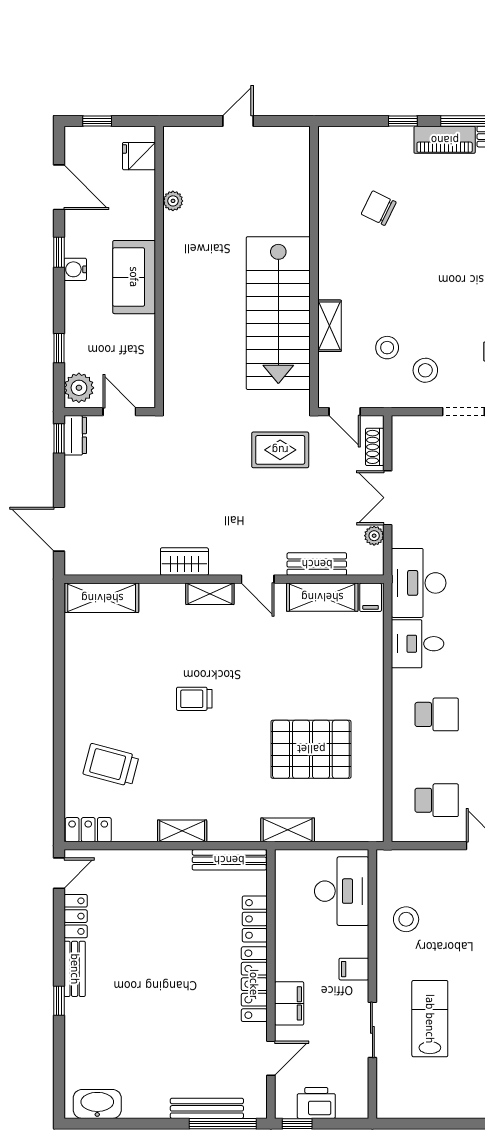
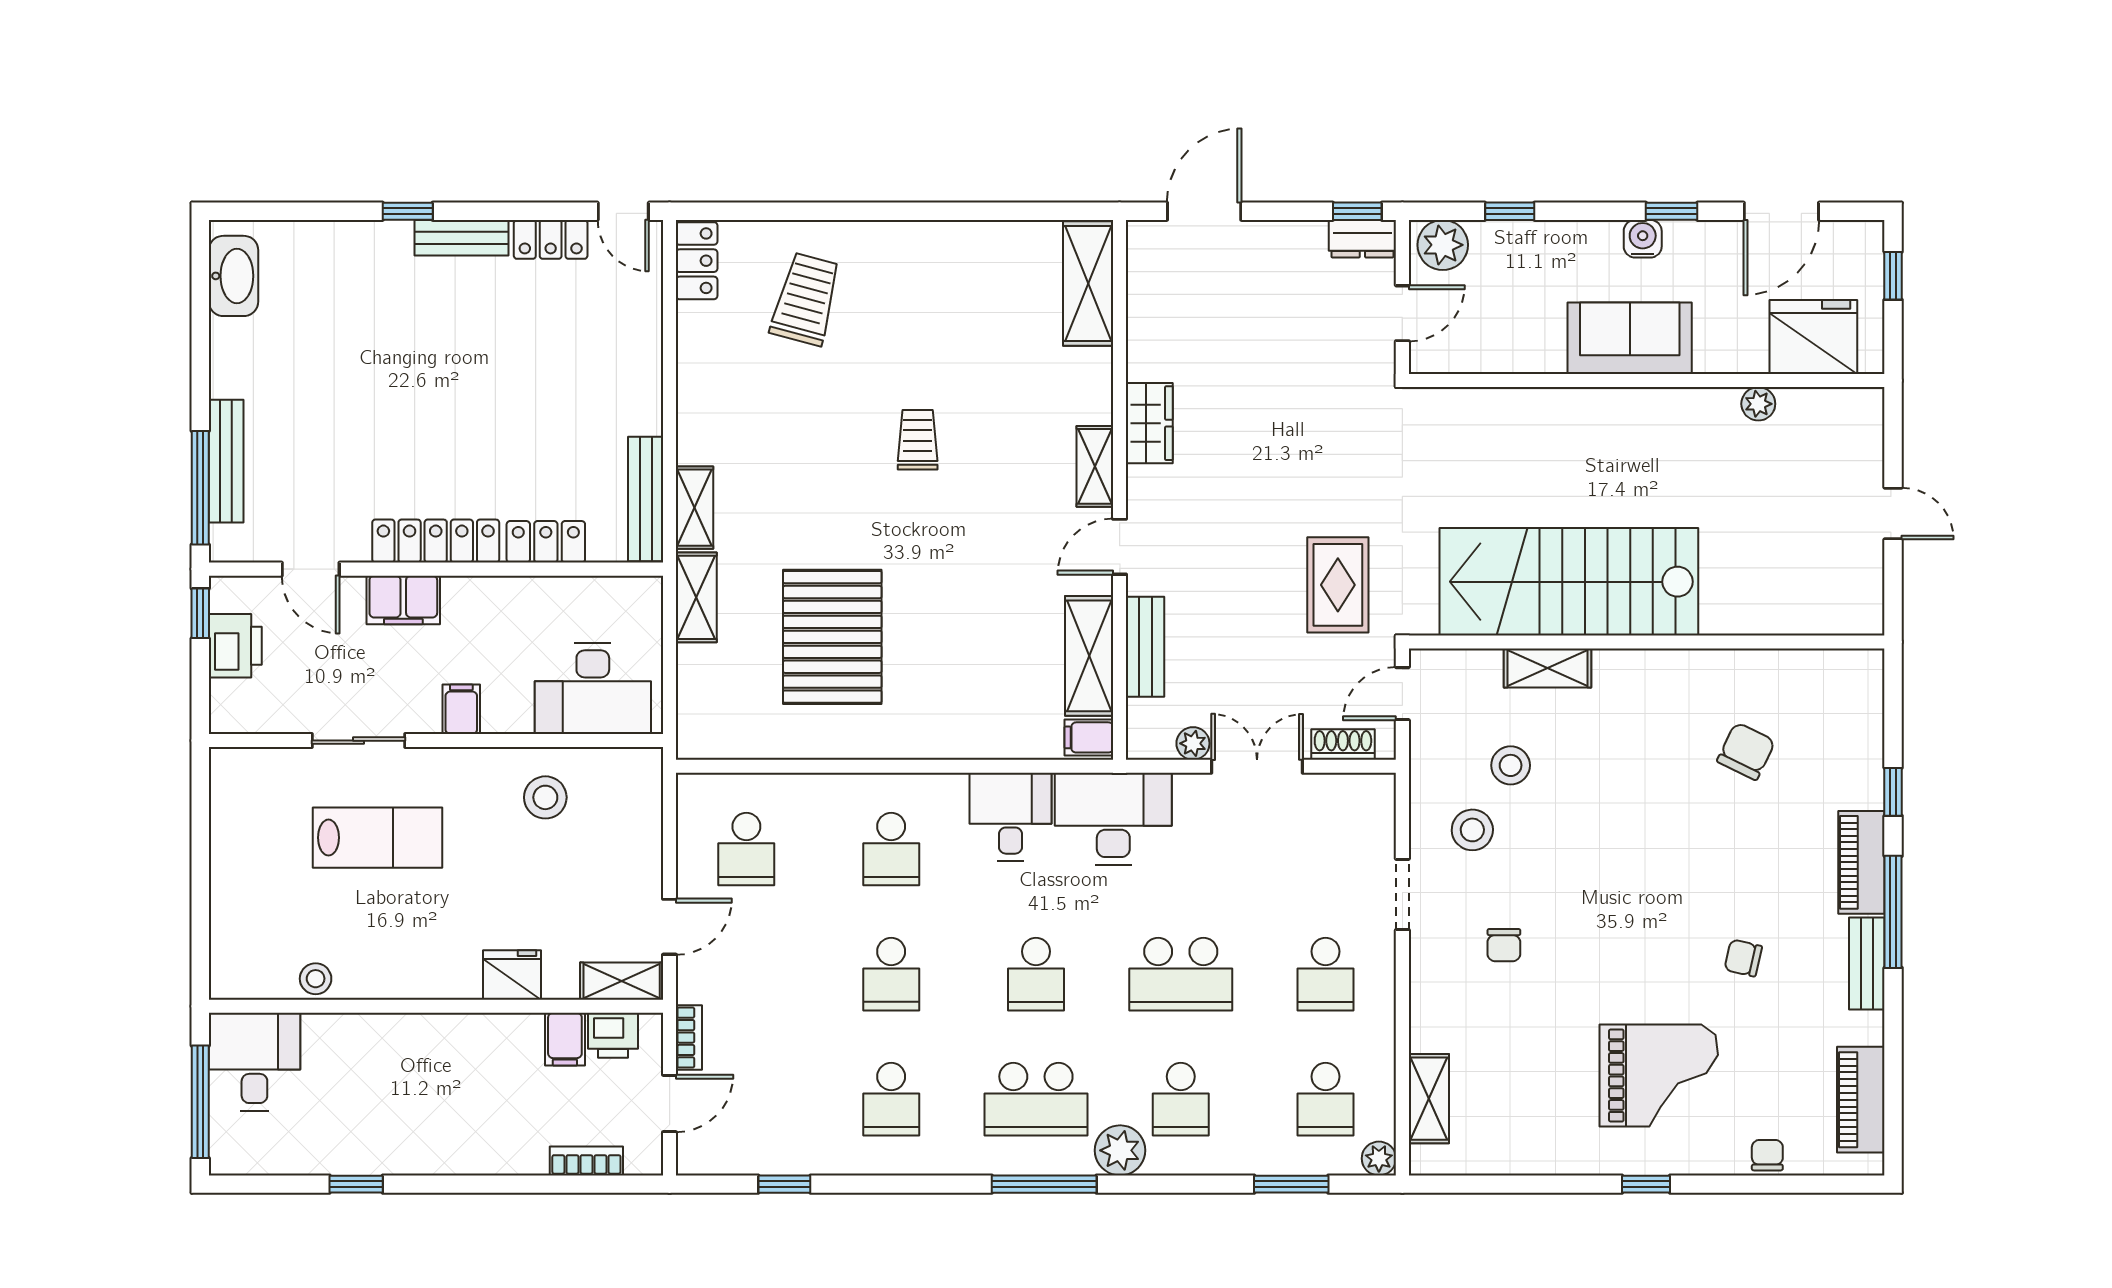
fridge: (139, 156) -> (1813, 337), width x1.88, depth x1.34
shelving: (182, 831) -> (695, 508), moved

